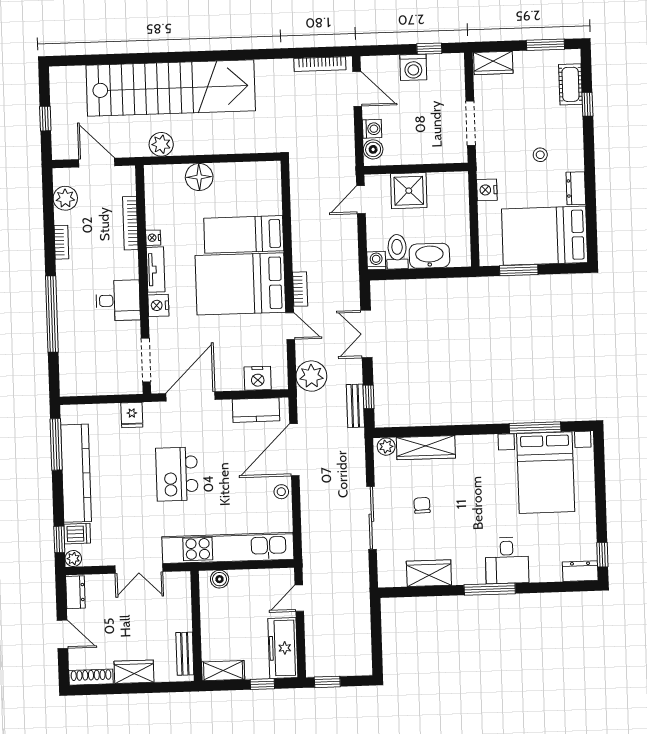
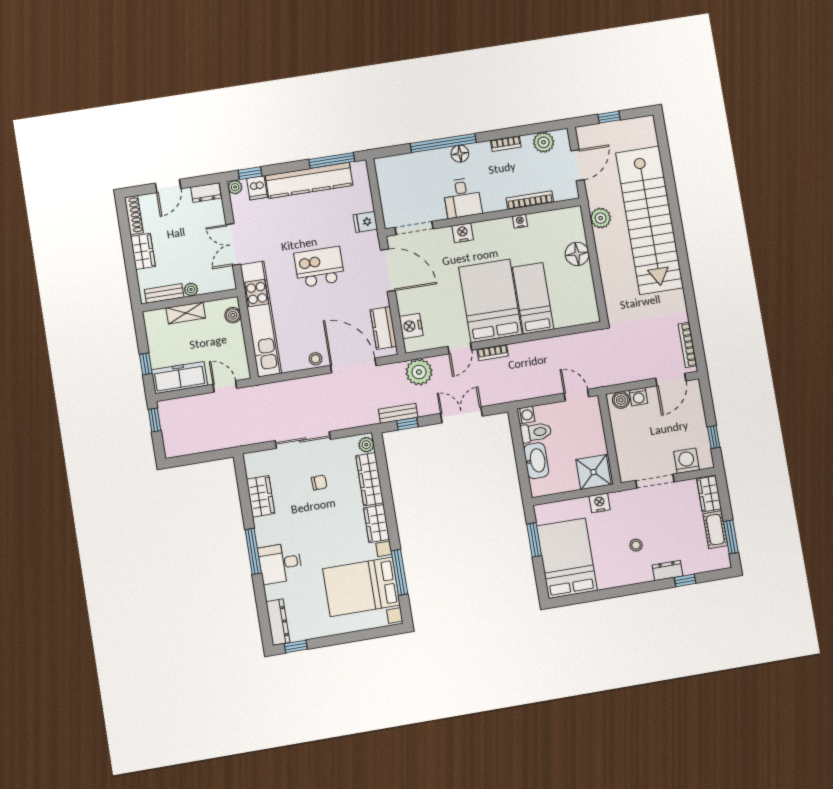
washing machine: (413, 67) -> (687, 461), moved, turned 90
cot: (570, 84) -> (715, 530), moved, turned 90
dresser: (576, 188) -> (667, 570), moved
shower: (409, 191) -> (594, 472), moved
tv unit: (156, 270) -> (493, 227), removed
floor lamp: (67, 296) -> (460, 154), added
wardrobe: (477, 446) -> (376, 524), added
dresser: (580, 571) -> (278, 622), width x1.44
plant: (184, 623) -> (191, 289), added
shelving: (223, 671) -> (186, 313), moved, turned 90

